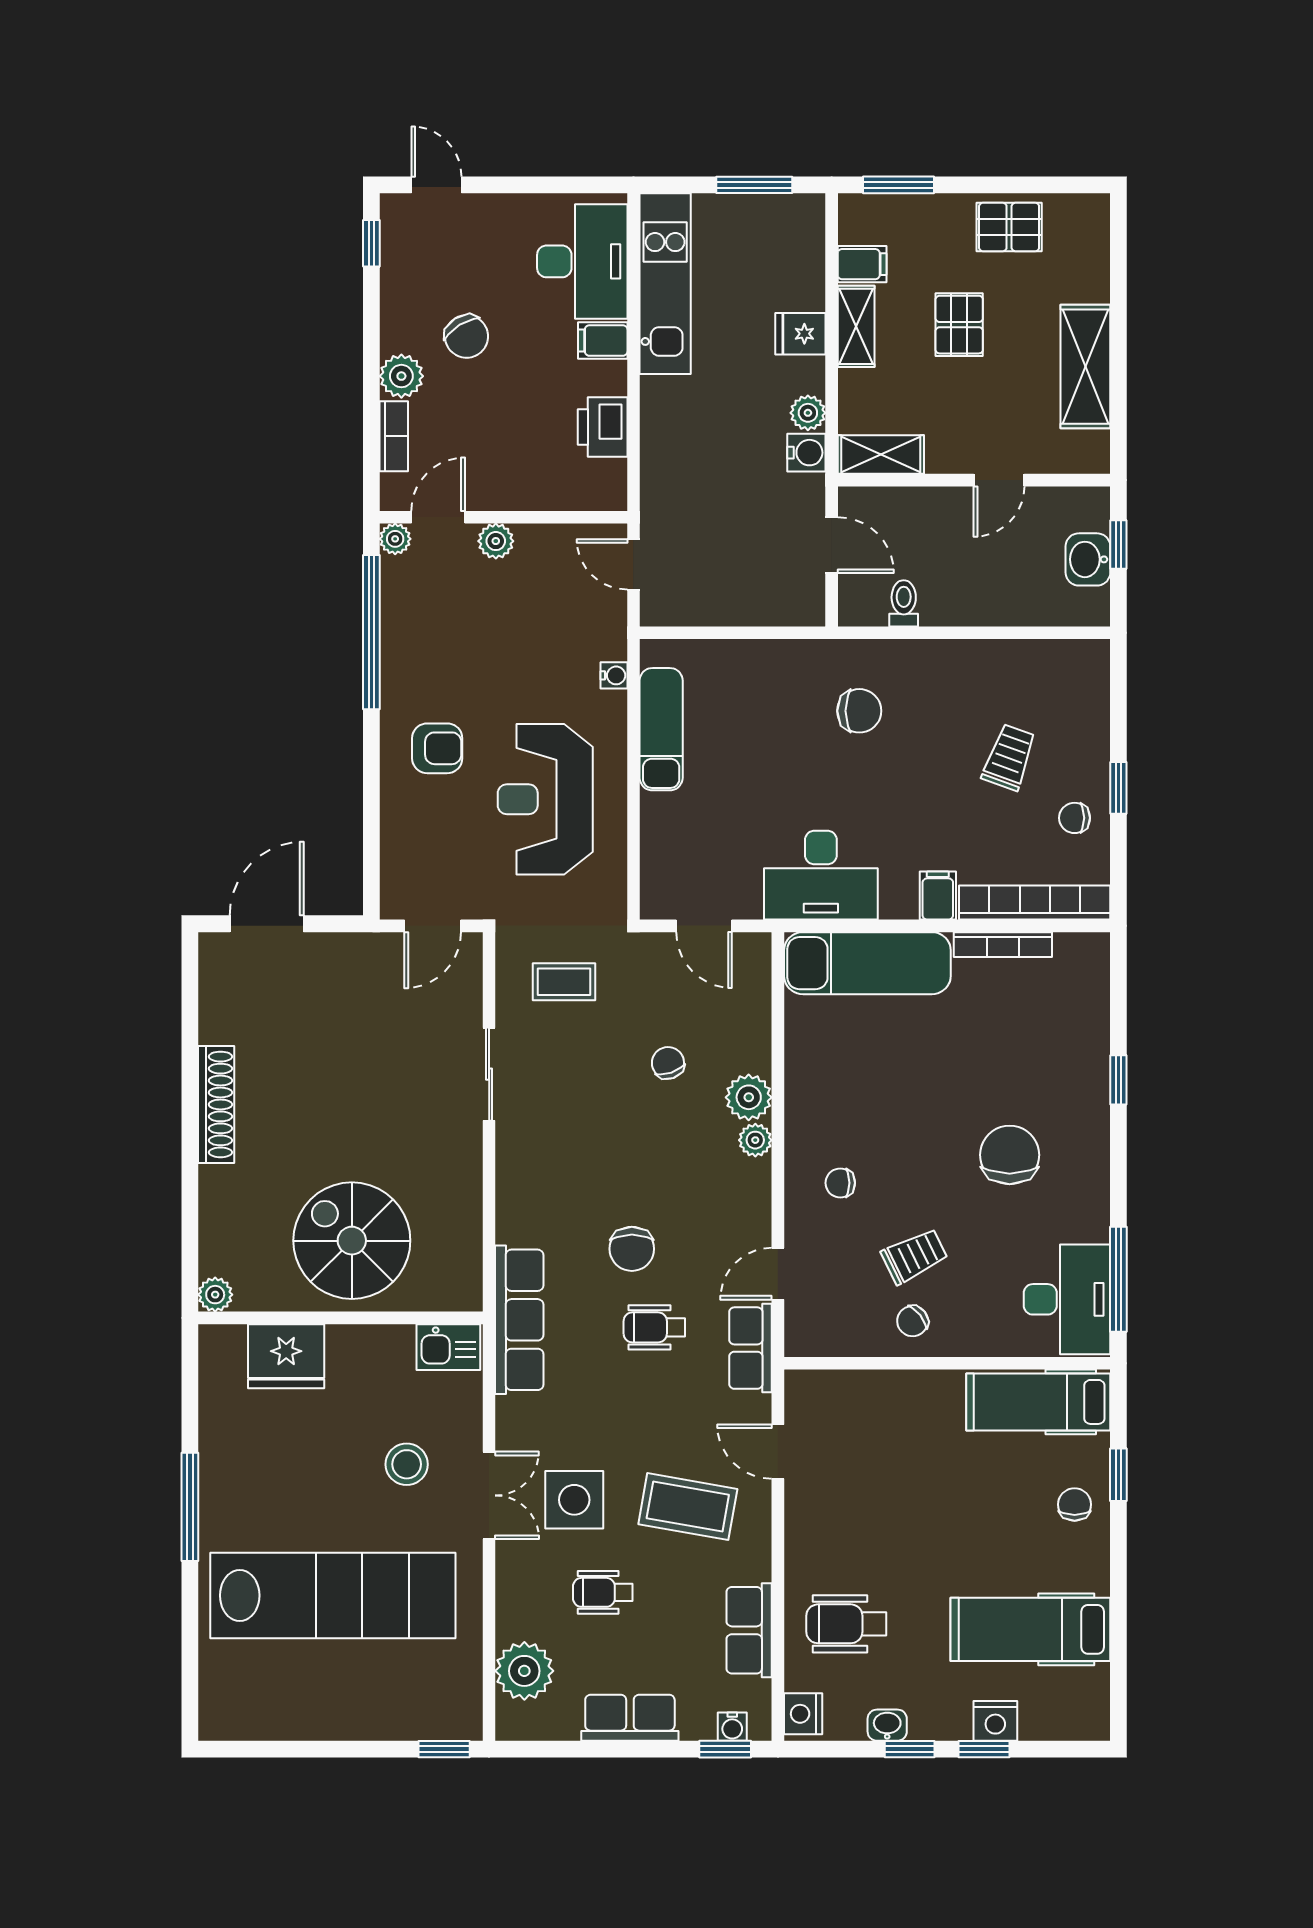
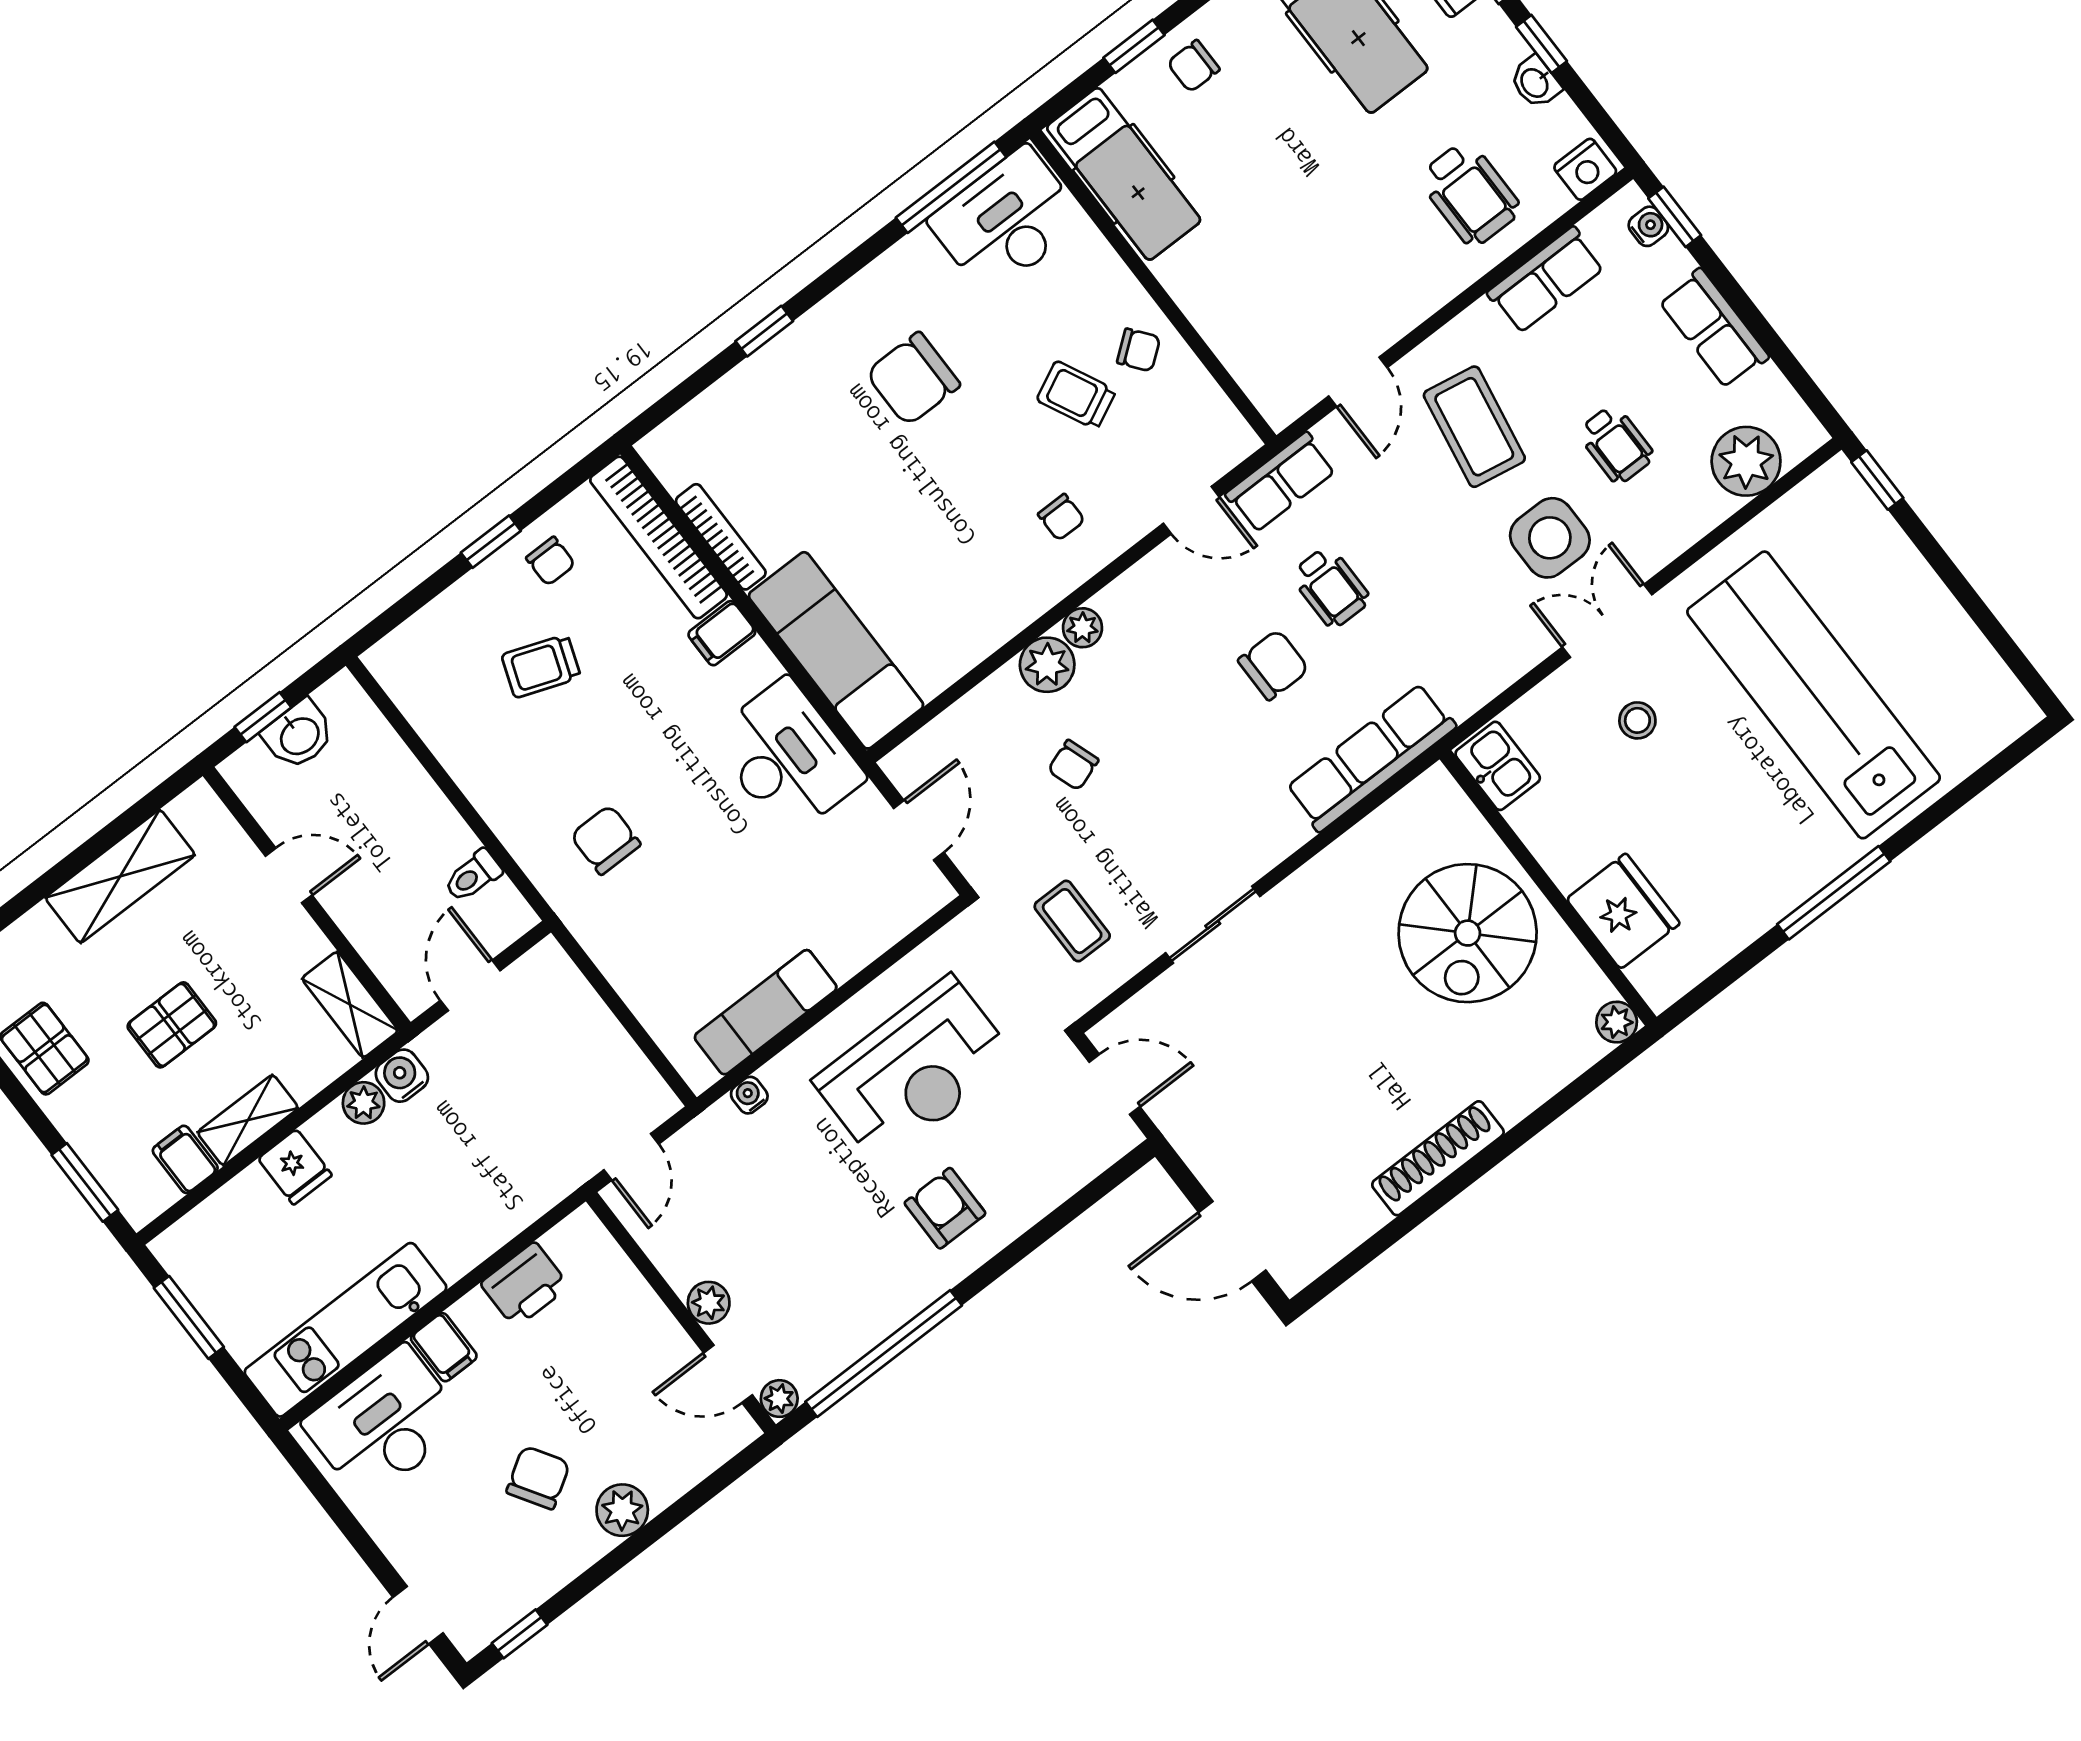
bookcase: (394, 436) -> (684, 1474), removed
row of seats: (519, 1320) -> (1371, 758), moved
stool: (407, 1464) -> (1637, 720), width x0.73, depth x0.73

